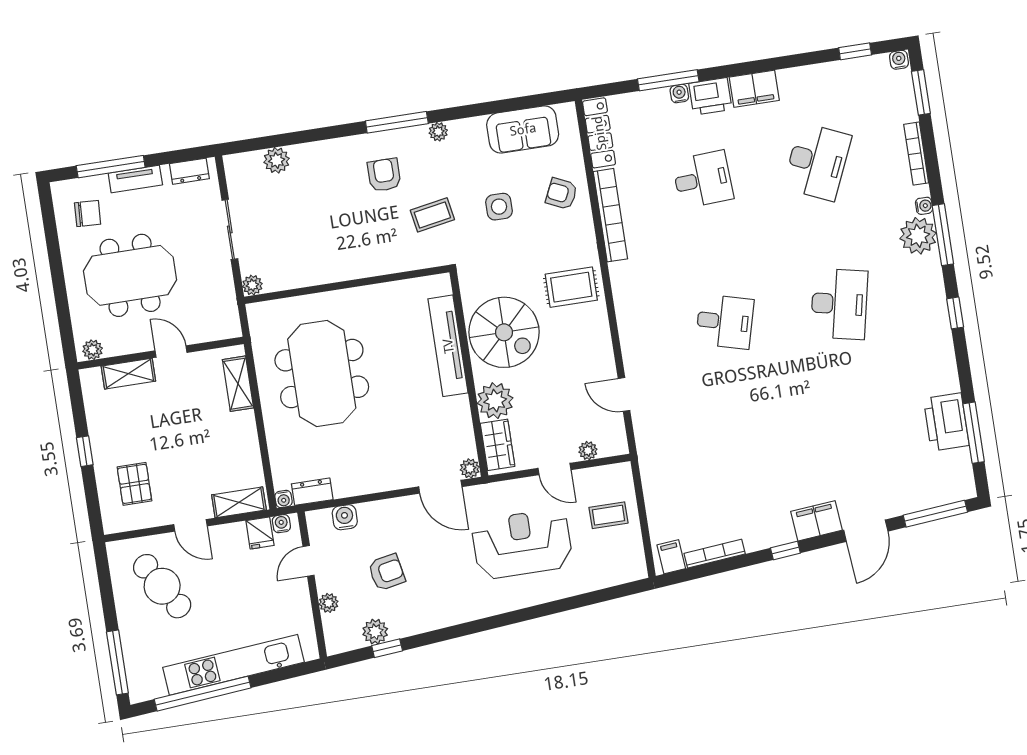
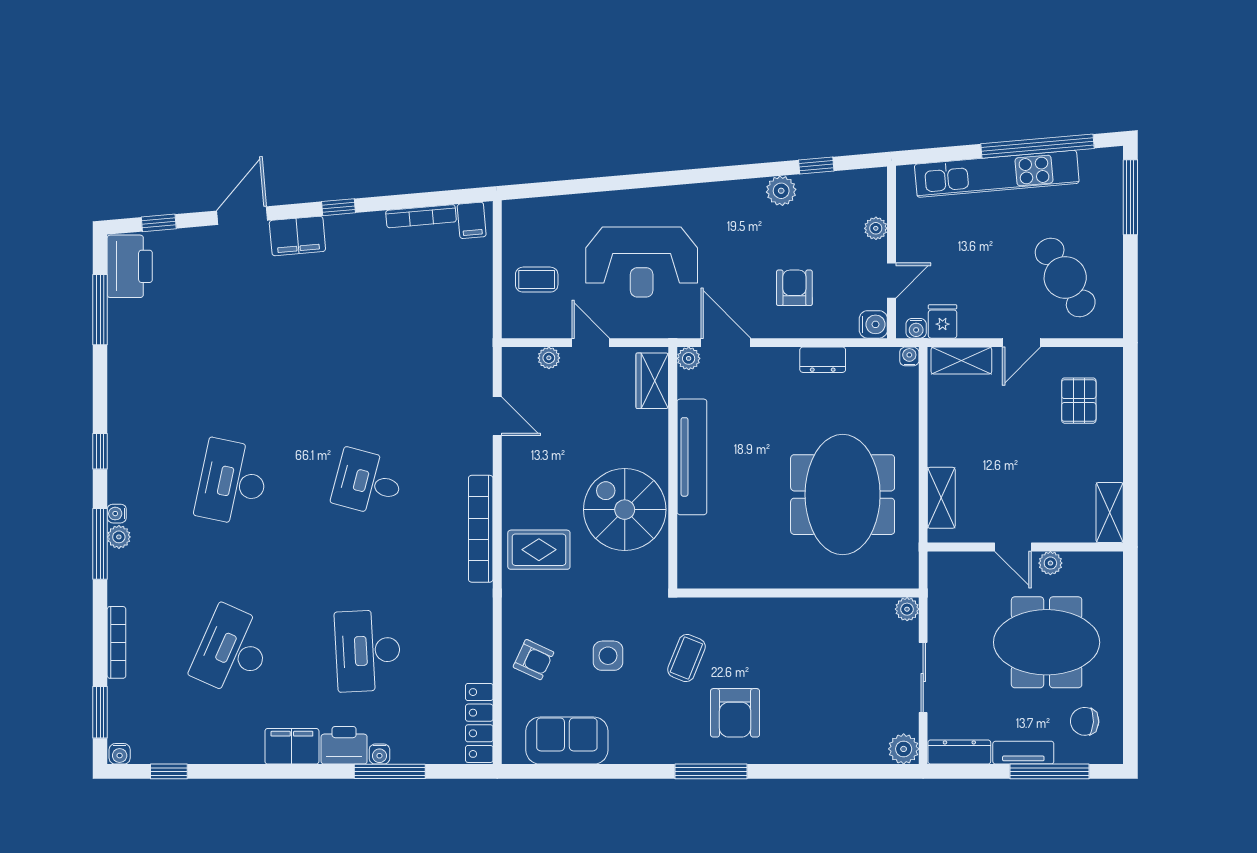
plant: (438, 132) -> (665, 753), removed
plant: (277, 160) -> (904, 749), moved
dresser: (189, 171) -> (959, 752), width x1.44
armchair: (384, 175) -> (735, 713), width x1.38, depth x1.38
desk: (703, 179) -> (368, 651), width x1.37
water cooler: (924, 206) -> (117, 514), moved
coffee table: (432, 215) -> (686, 658), turned -58
bookcase: (610, 215) -> (481, 529), moved
plant: (918, 236) -> (119, 537), width x0.53, depth x0.53
tv unit: (448, 346) -> (692, 457), moved
plant: (93, 350) -> (1050, 563), moved
shelving: (128, 374) -> (1110, 512), moved, turned 90
plant: (495, 401) -> (647, 432), removed
printer: (946, 422) -> (130, 266), moved
window: (85, 451) -> (1130, 447), removed
dresser: (312, 492) -> (823, 360), moved
window: (935, 514) -> (159, 223), width x0.46
water cooler: (345, 517) -> (873, 324), moved, turned -90
door: (191, 525) -> (1021, 343), swing flipped
armchair: (387, 572) -> (794, 288), moved, turned 101
plant: (375, 632) -> (781, 191), moved

